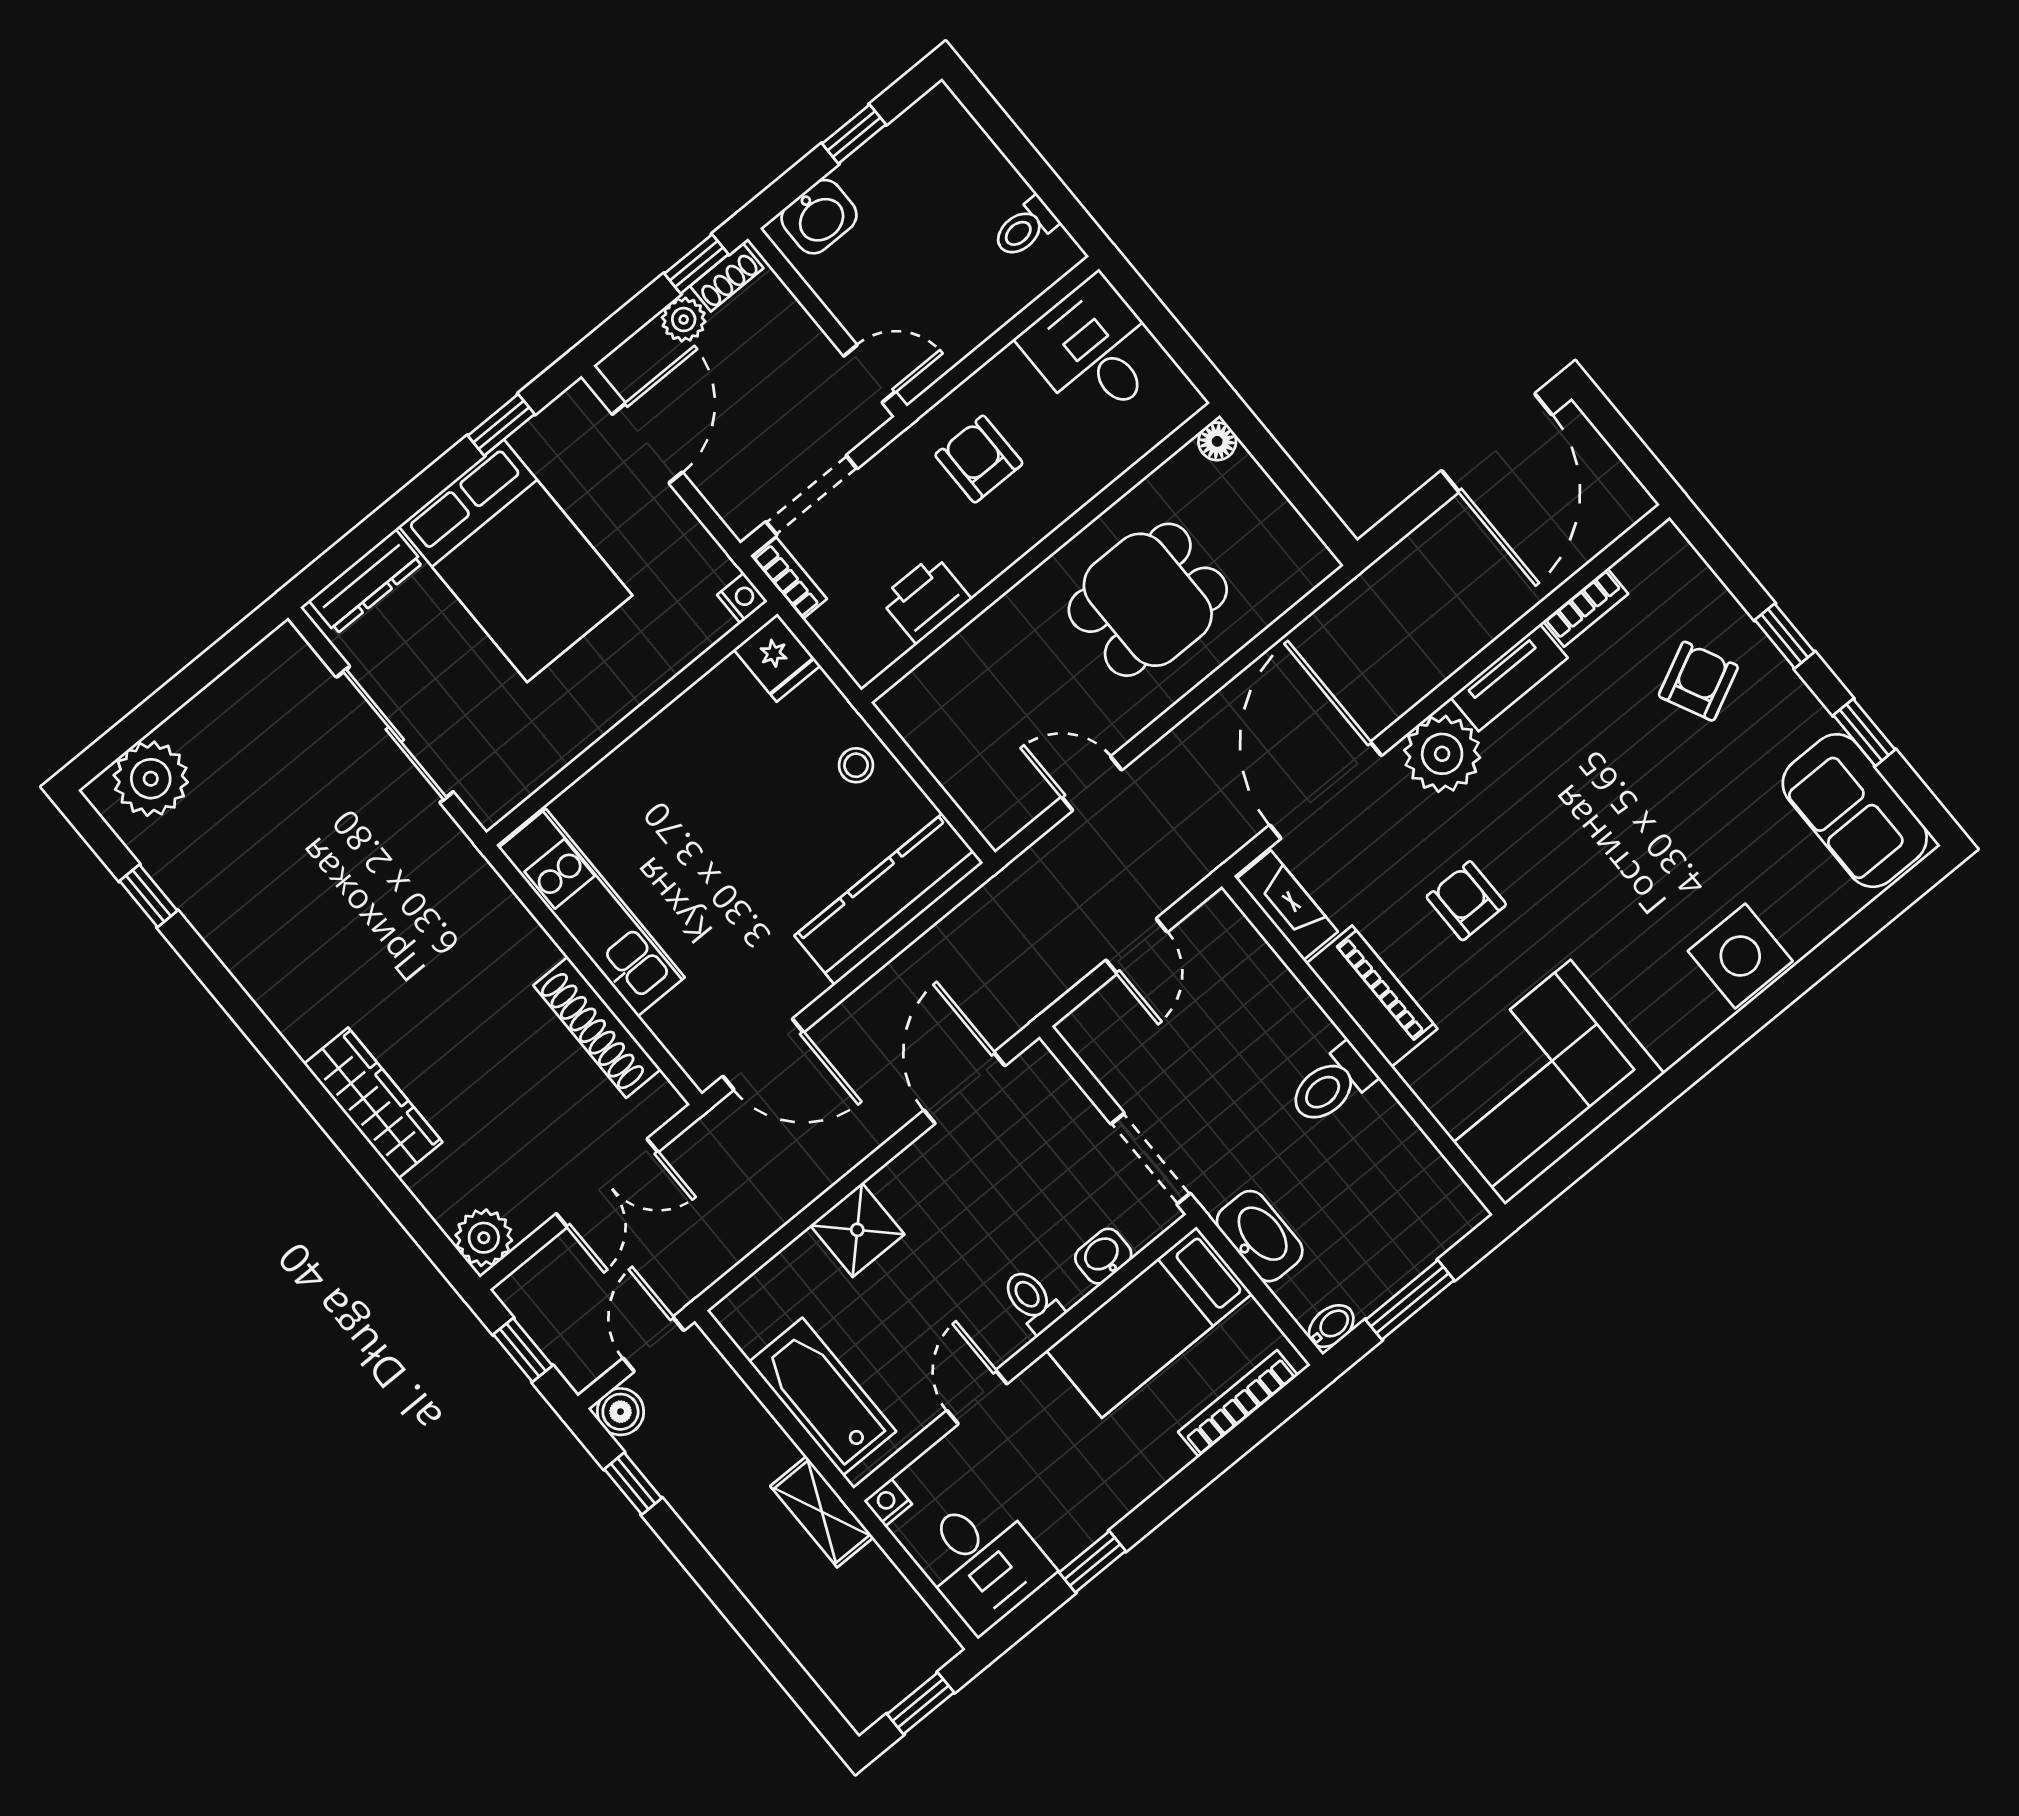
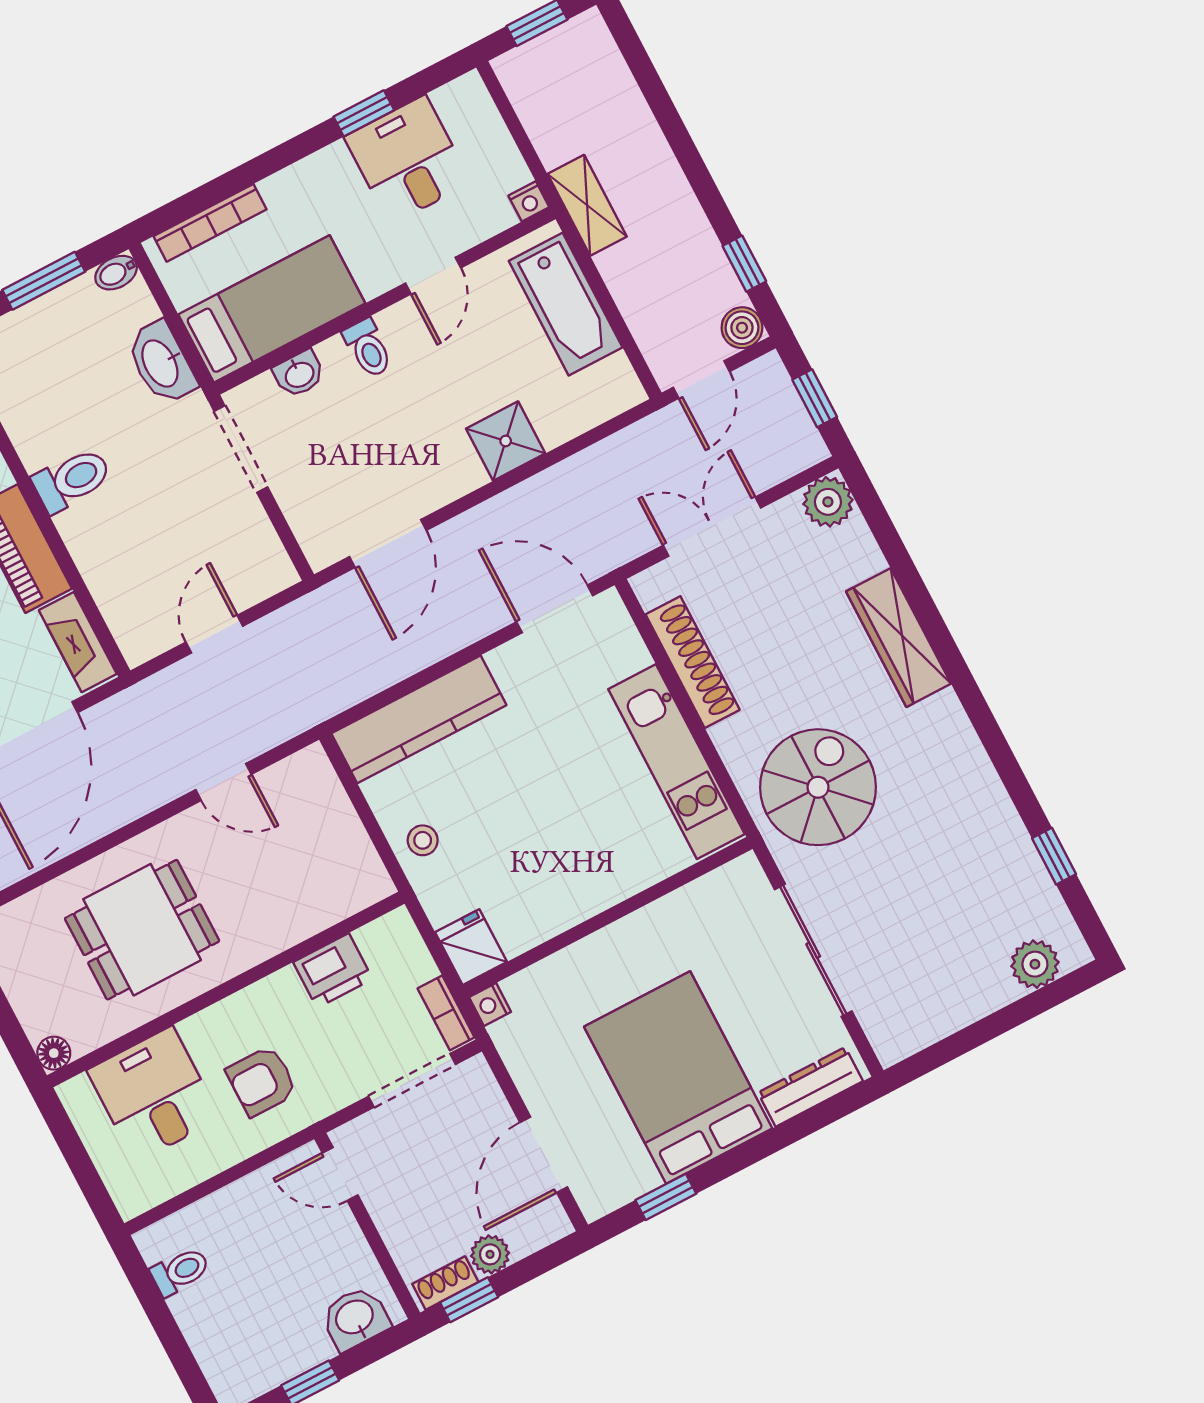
desk: (1094, 350) -> (154, 1094), moved, turned 180
armchair: (979, 459) -> (262, 1081), turned 90
plant: (151, 779) -> (1035, 964), width x0.73, depth x0.73
spiral stairs: (428, 917) -> (818, 787), added
desk: (982, 1562) -> (408, 160), moved

